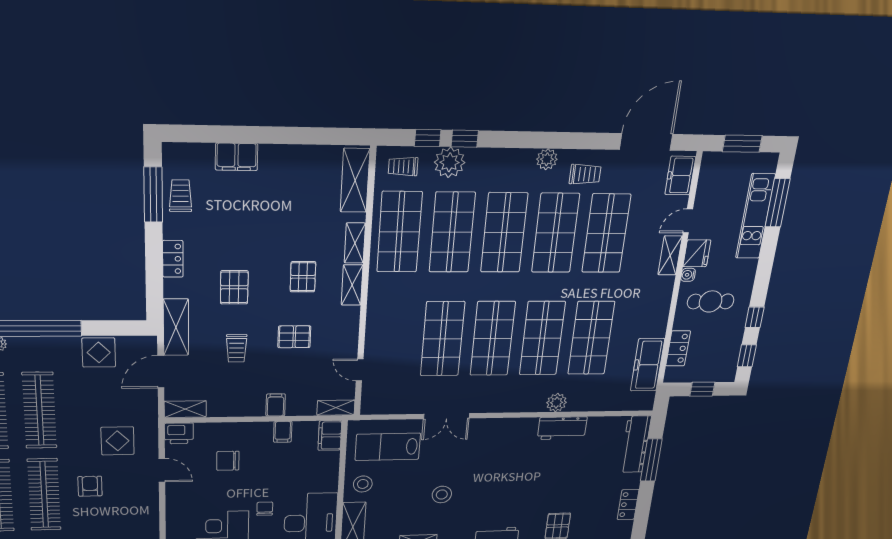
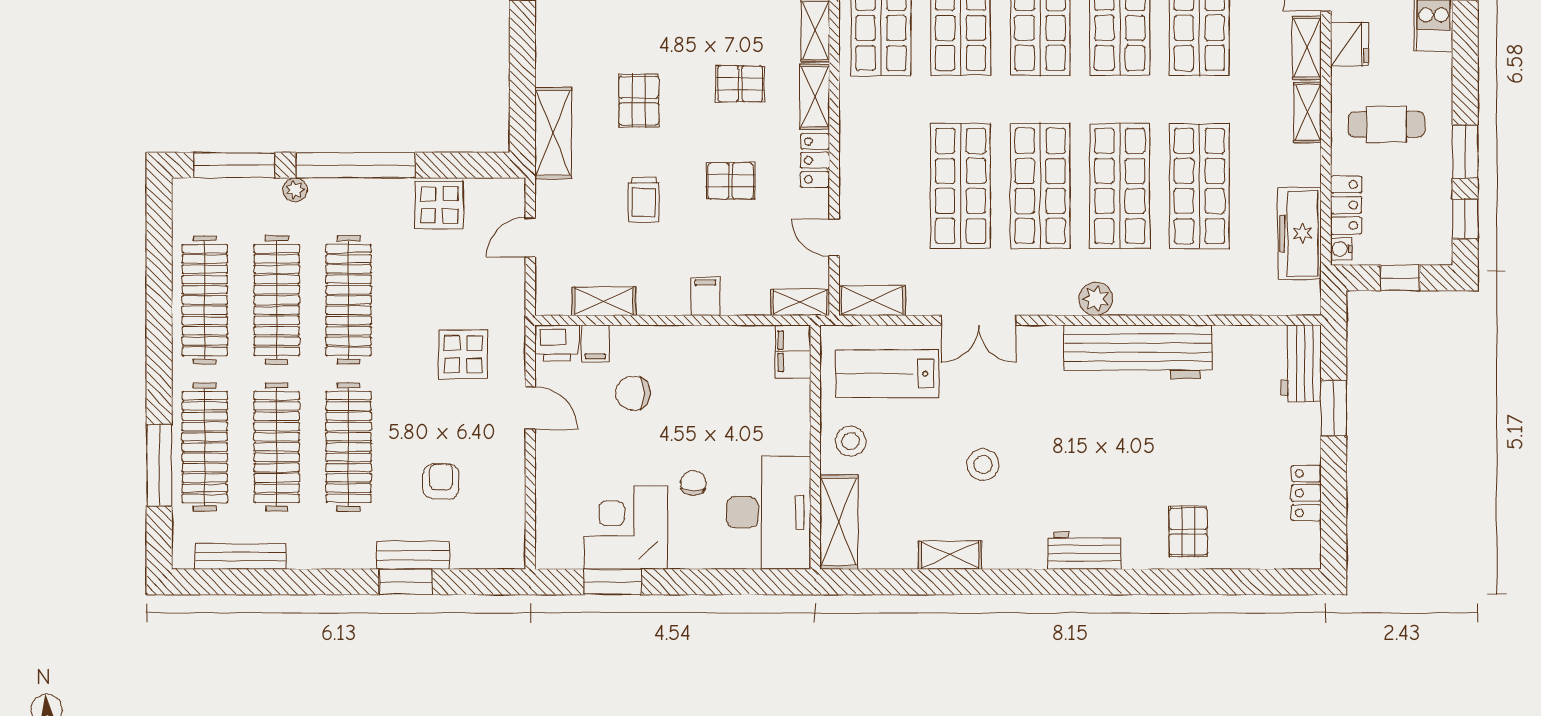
locker: (173, 259) -> (815, 160), moved, turned 180
water cooler: (688, 275) -> (1341, 249), moved
pallet: (303, 277) -> (740, 84), turned 90
shelving: (664, 294) -> (1308, 112), added
window: (755, 317) -> (1465, 152), width x1.50
shelving: (176, 327) -> (553, 133), moved
door: (161, 372) -> (530, 237), width x0.73
plant: (557, 403) -> (1096, 299), moved
shelving: (381, 406) -> (872, 301), added
shelving: (185, 409) -> (604, 301), moved
workbench: (562, 428) -> (1138, 352), width x1.88, depth x1.32
filing cabinet: (283, 432) -> (595, 343), moved
workbench: (635, 444) -> (1301, 363), width x0.73
window: (651, 460) -> (1334, 408), width x0.69
armchair: (90, 486) -> (441, 481), moved

